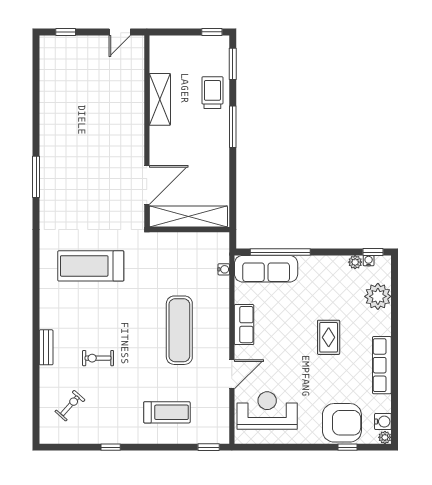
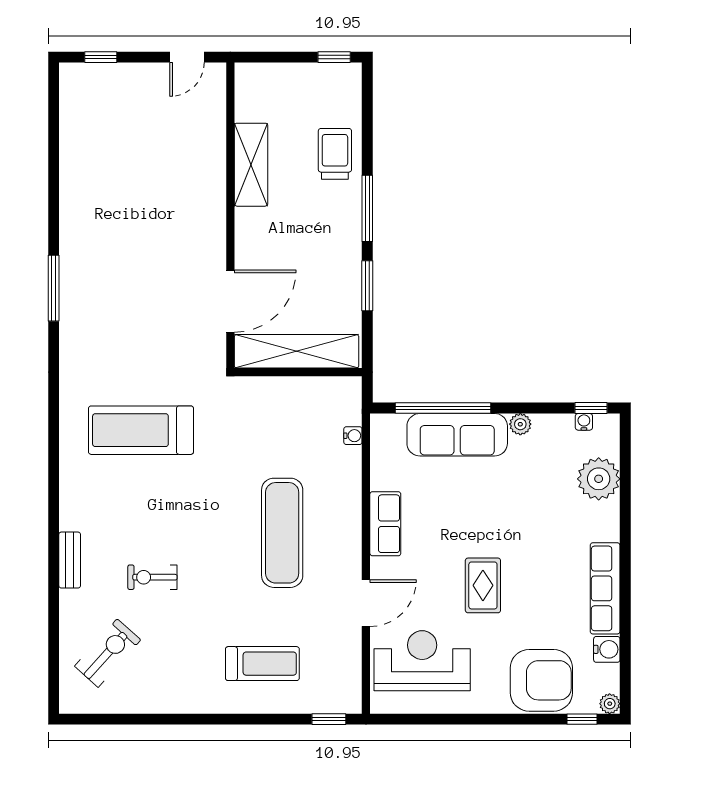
window: (233, 64) -> (367, 286), moved
plant: (355, 262) -> (520, 424), moved
sofa: (266, 269) -> (457, 435), moved
rug: (329, 337) -> (483, 585), moved
exercise bike: (70, 406) -> (108, 653), width x1.38, depth x1.39
water cooler: (383, 422) -> (607, 649), moved
window: (111, 447) -> (173, 719), removed
window: (348, 447) -> (582, 719), moved

